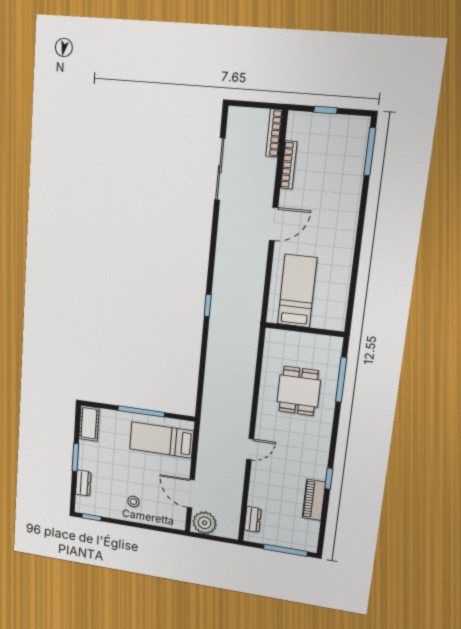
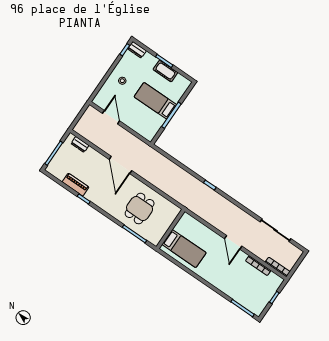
bed: (297, 291) -> (184, 249), moved
dining table: (299, 391) -> (140, 209), turned 90
cot: (89, 423) -> (165, 71), moved
bed: (162, 440) -> (155, 101), moved, turned -90
door: (250, 449) -> (120, 165), width x1.88
dresser: (83, 483) -> (137, 50), moved
door: (191, 494) -> (111, 117), hinge flipped
plant: (205, 523) -> (91, 116), removed

